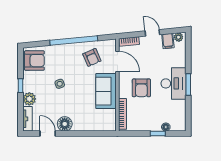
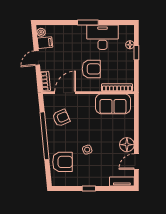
armchair: (34, 61) -> (62, 162), moved, turned 90
desk: (174, 83) -> (103, 37), moved
sofa: (106, 91) -> (113, 104), moved
plant: (29, 99) -> (102, 180), removed

